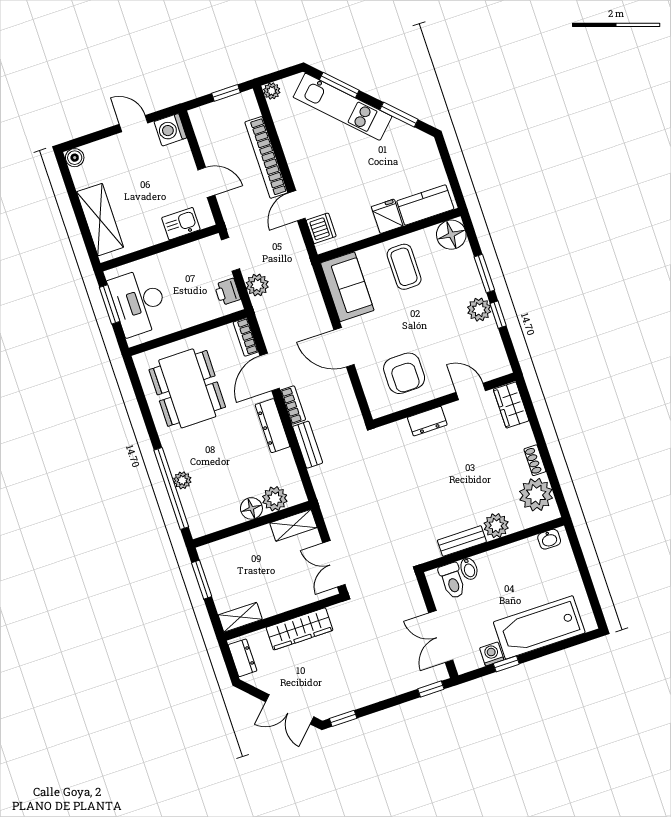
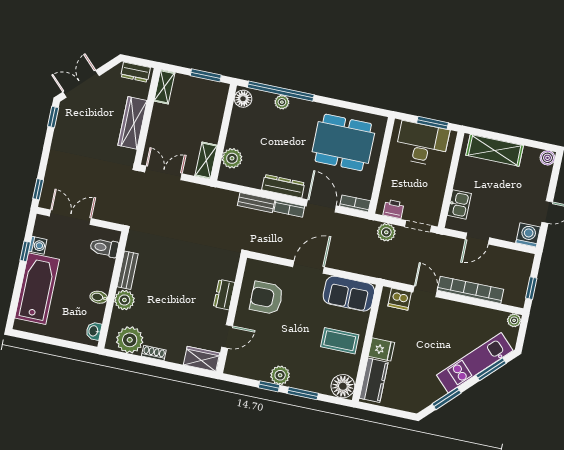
floor lamp: (251, 508) -> (243, 99), moved
bidet: (469, 569) -> (99, 297), moved

